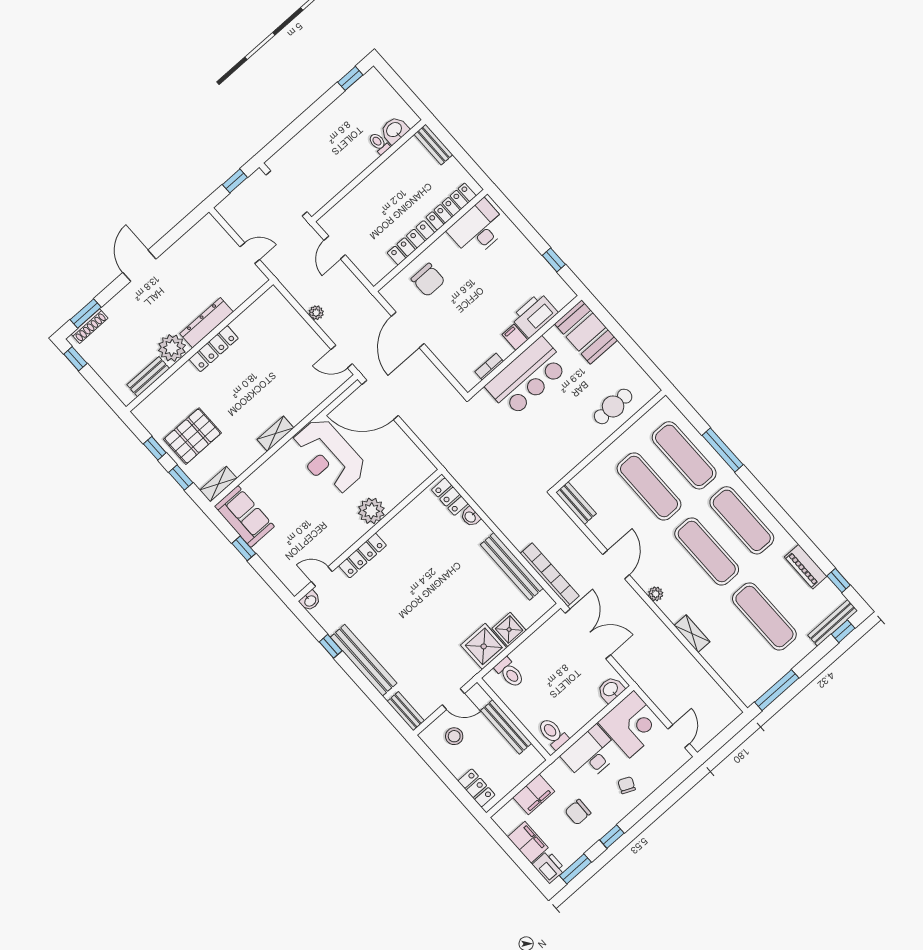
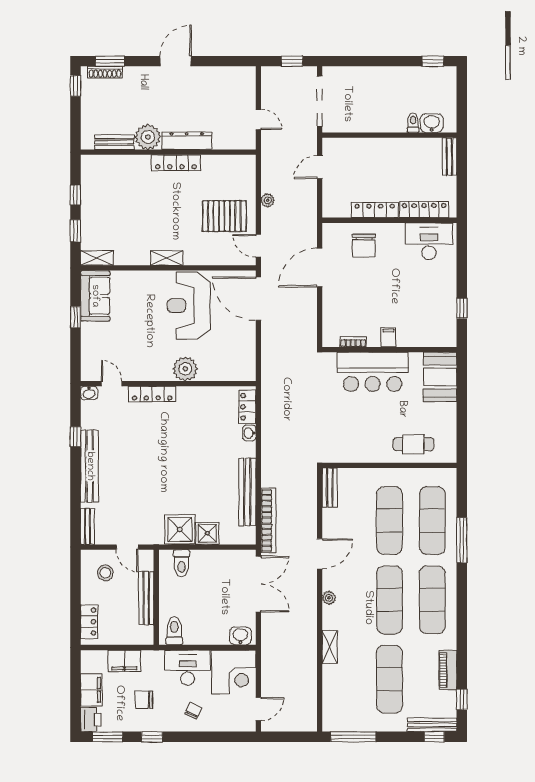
printer: (534, 315) -> (415, 334), removed
pallet: (193, 436) -> (224, 216), moved

